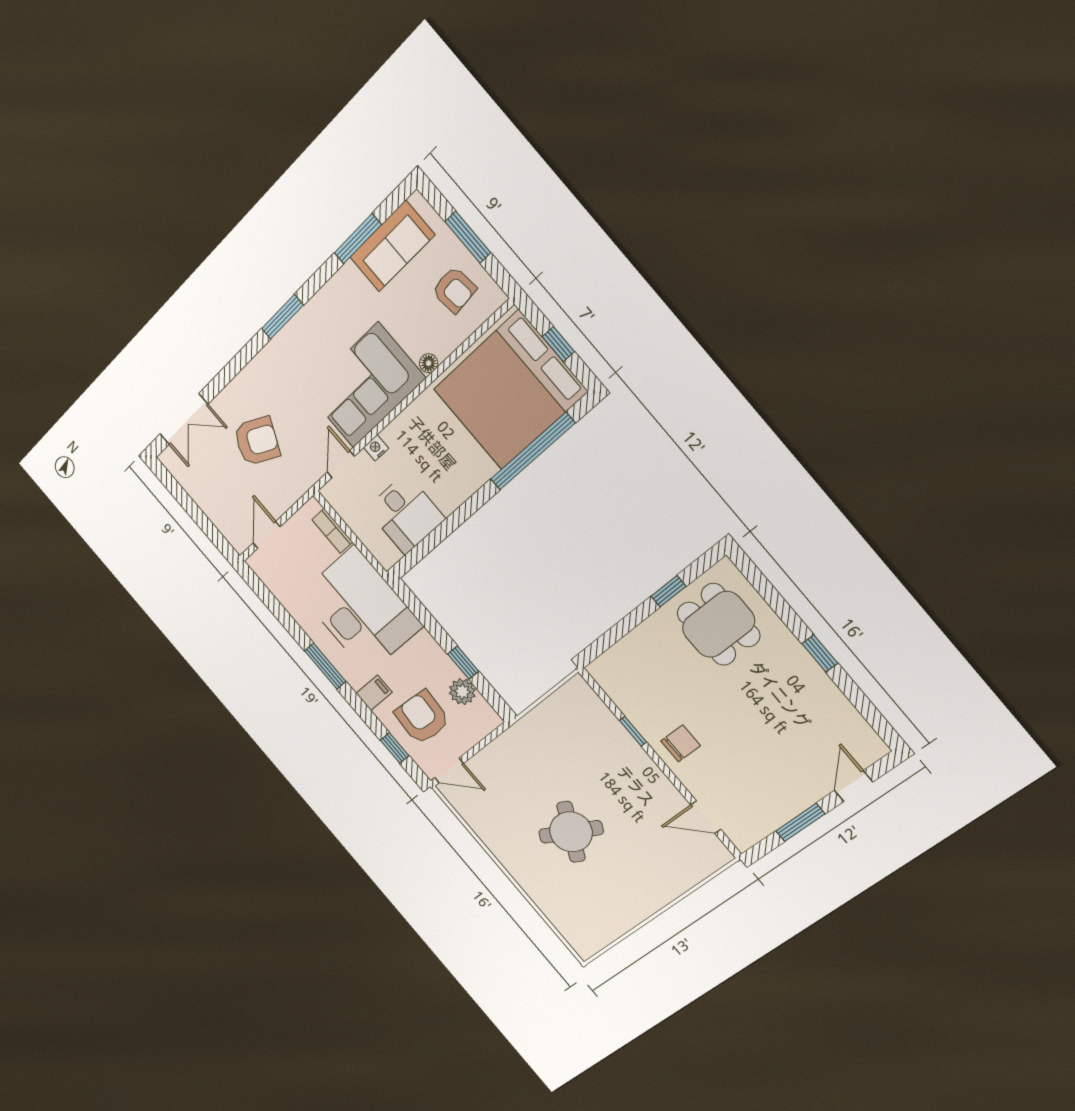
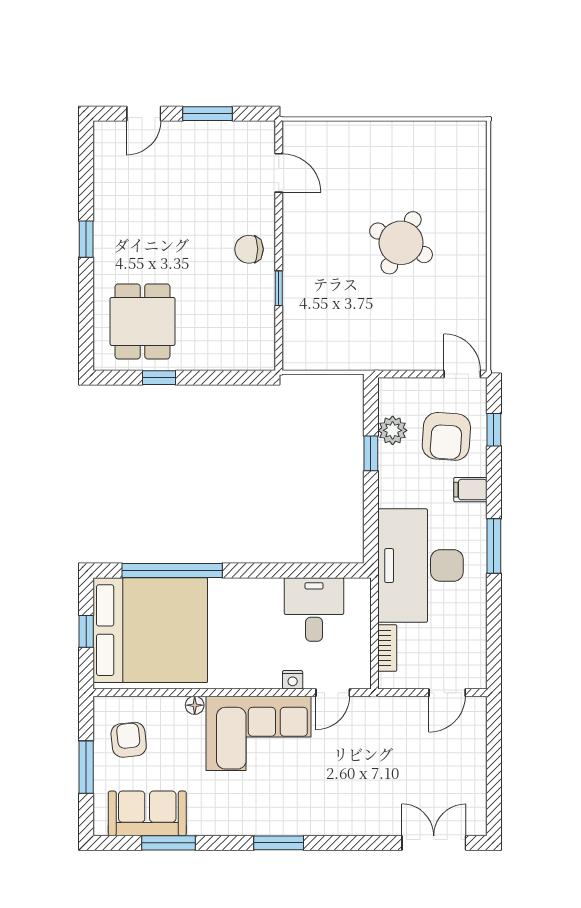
armchair: (257, 441) -> (387, 771), removed

